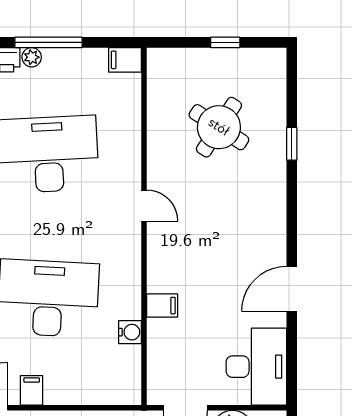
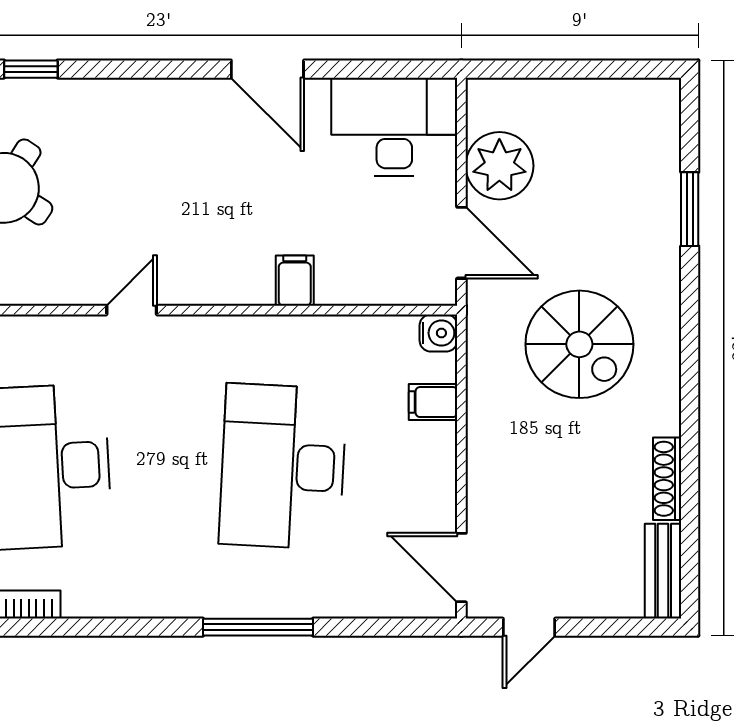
water cooler: (130, 332) -> (438, 333), moved, turned 90
filing cabinet: (32, 390) -> (433, 402), moved

